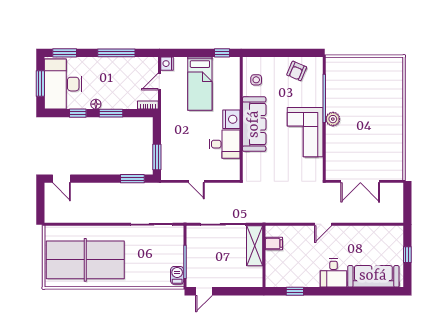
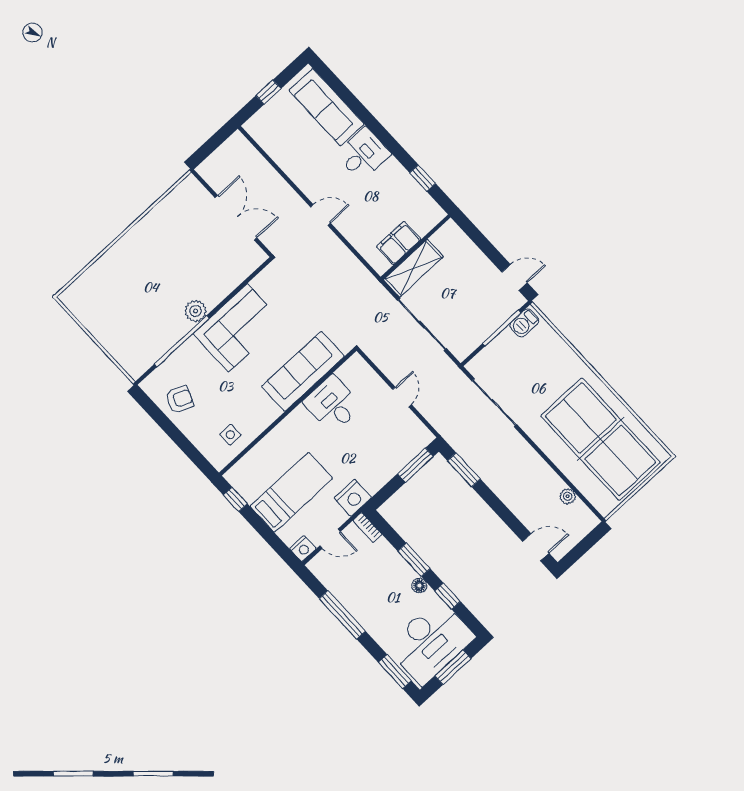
nightstand: (231, 119) -> (353, 498), moved, turned 180
sofa: (254, 124) -> (303, 371), moved
door: (62, 179) -> (536, 547), hinge flipped
plant: (72, 218) -> (568, 496), added
filing cabinet: (274, 244) -> (399, 243), width x2.00

